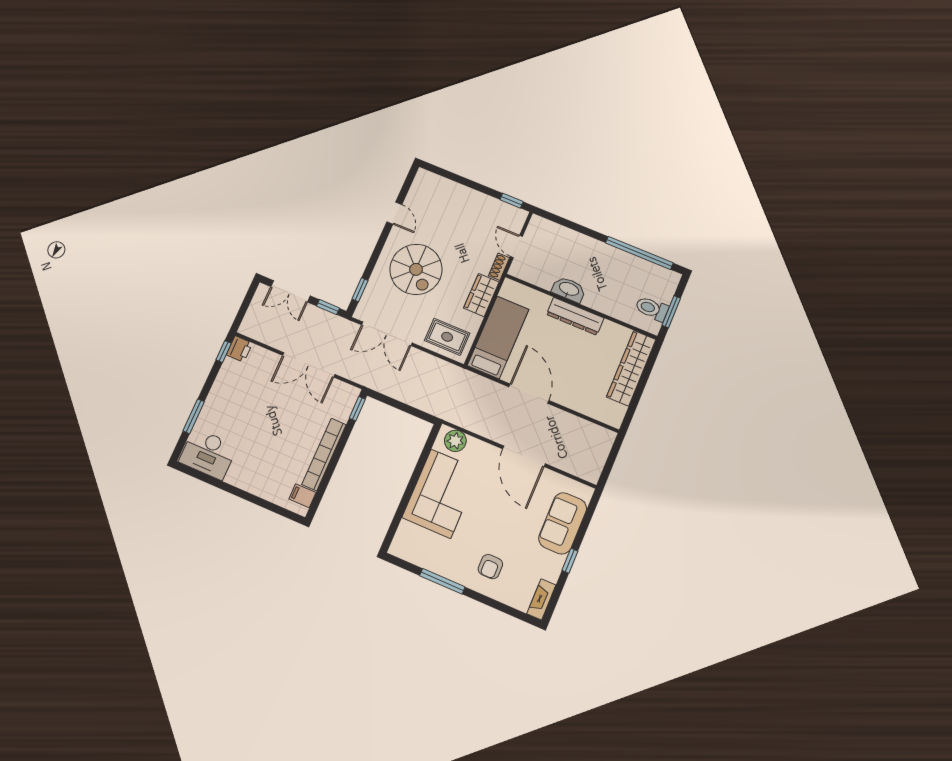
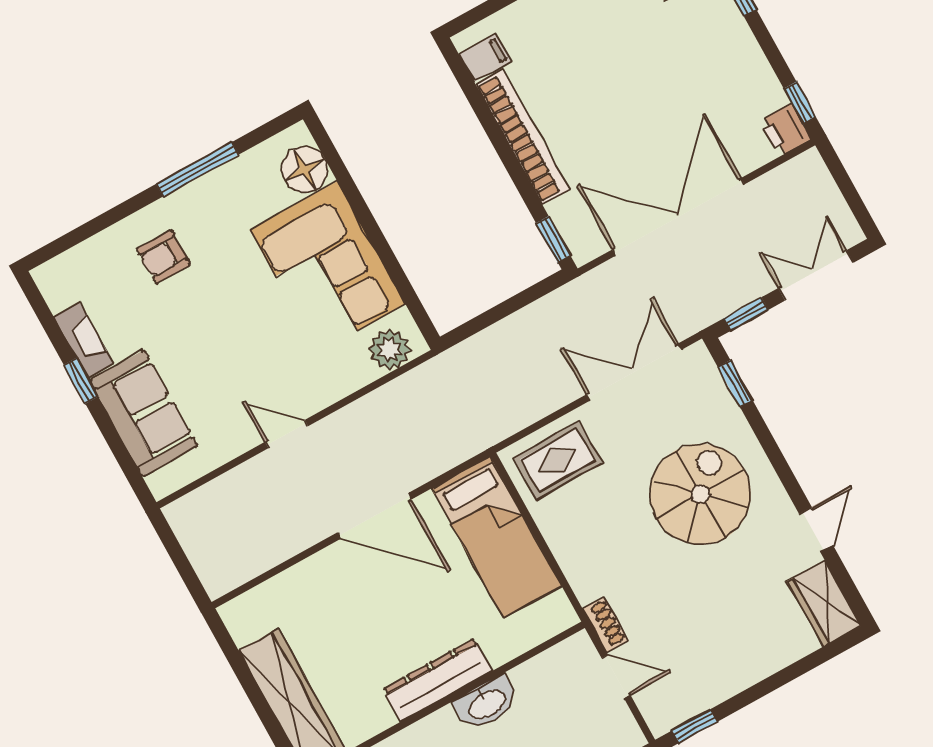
door: (394, 213) -> (816, 530), swing flipped
spiral stairs: (416, 269) -> (700, 494), turned 90
wardrobe: (481, 295) -> (824, 603), moved, turned 180
double door: (309, 365) -> (678, 217), width x1.36
door: (524, 456) -> (287, 434), width x0.53
floor lamp: (407, 535) -> (305, 170), added
armchair: (490, 567) -> (164, 257), turned -90
fireplace: (541, 599) -> (84, 340), moved

